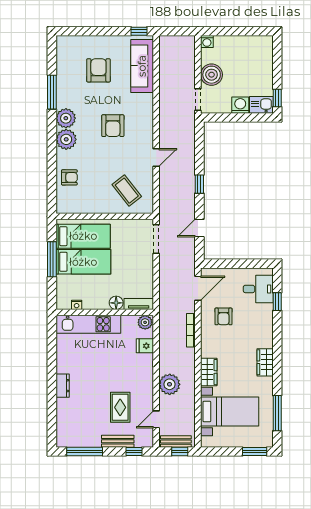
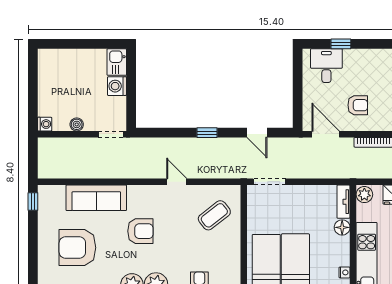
sofa: (142, 66) -> (96, 198), moved
armchair: (98, 70) -> (77, 248), width x1.36, depth x1.36
boiler: (212, 75) -> (77, 124), width x0.54, depth x0.54
window: (277, 98) -> (109, 44), removed

